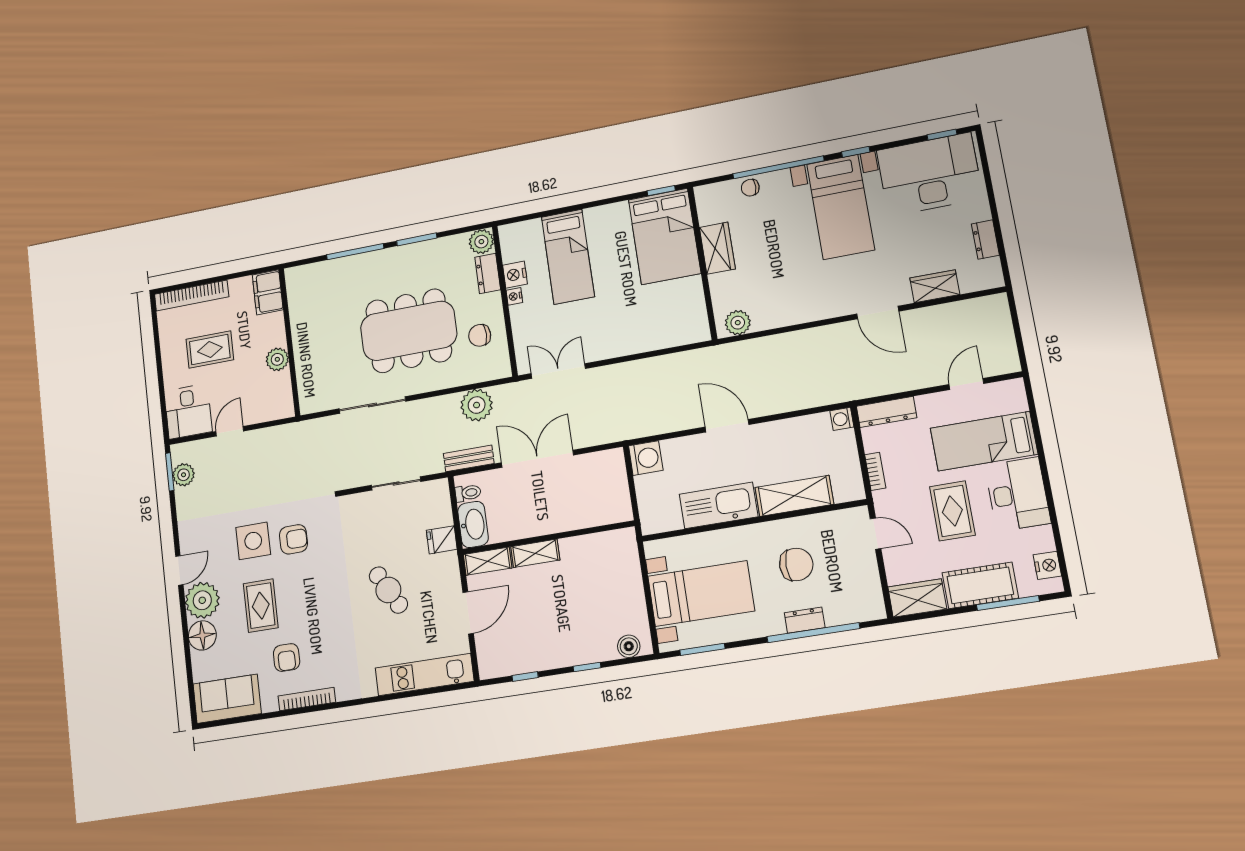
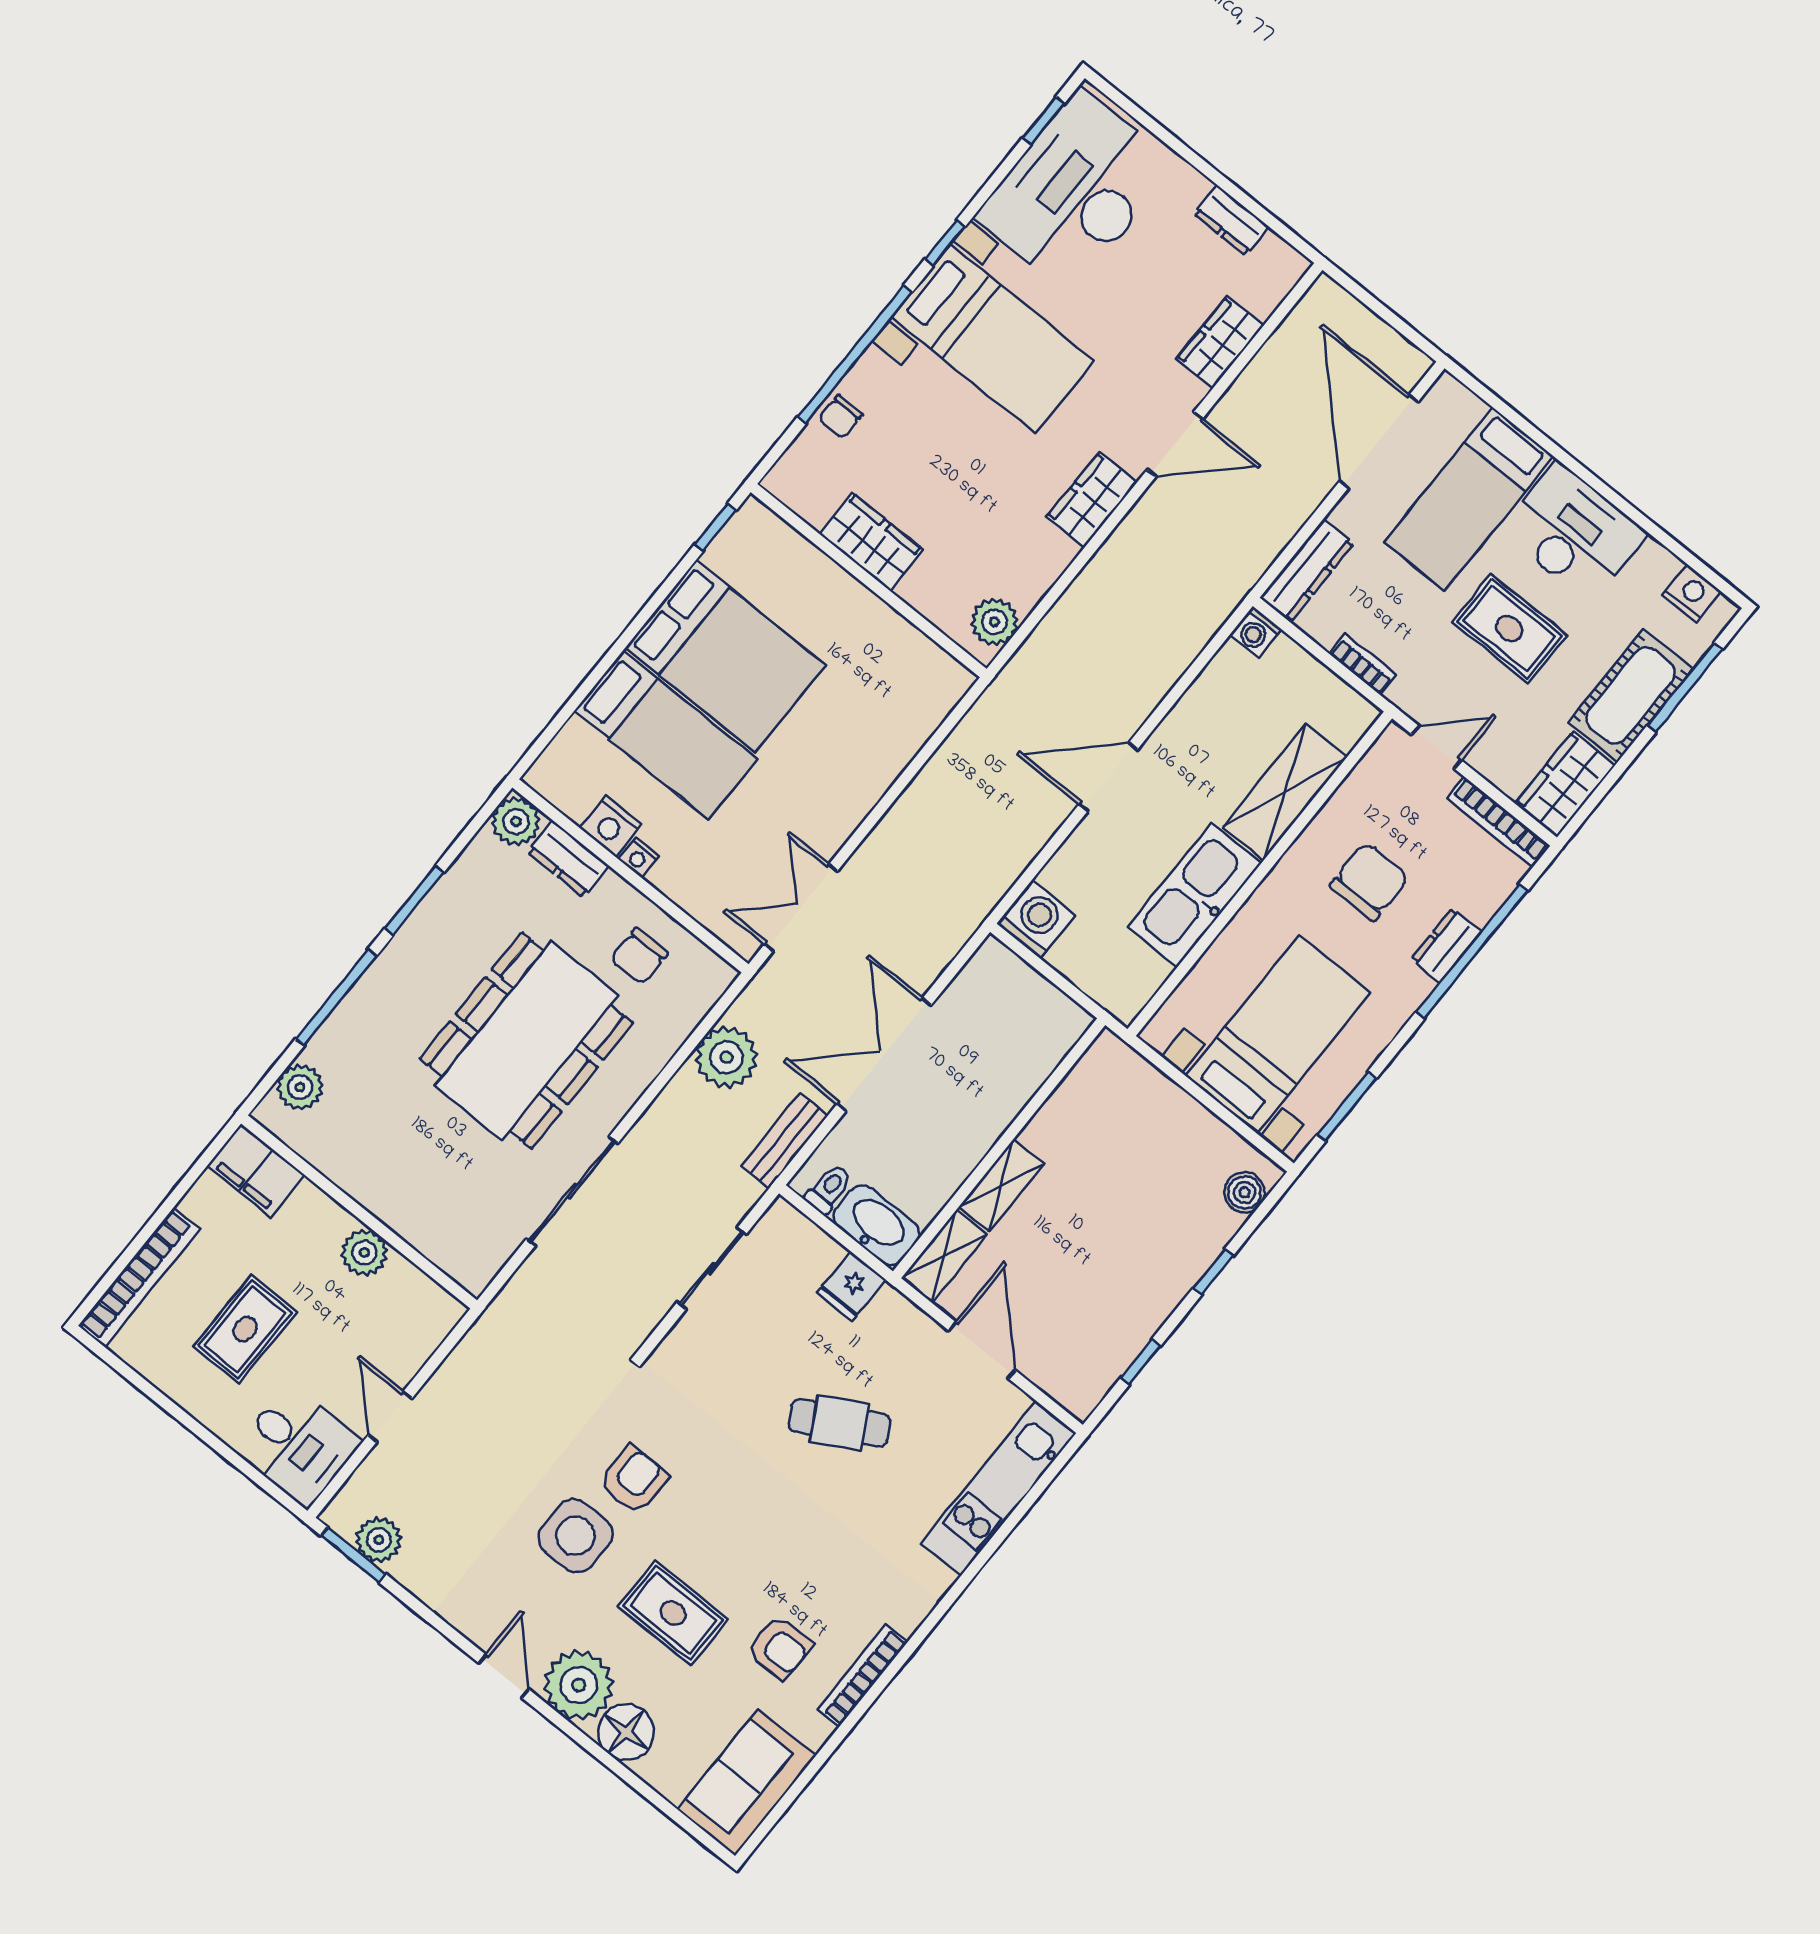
bed: (665, 236) -> (725, 656), moved
plant: (312, 275) -> (300, 1087), added
wardrobe: (822, 306) -> (1092, 500), added
door: (966, 384) -> (1379, 441), width x1.88
bookcase: (874, 588) -> (1498, 822), added

